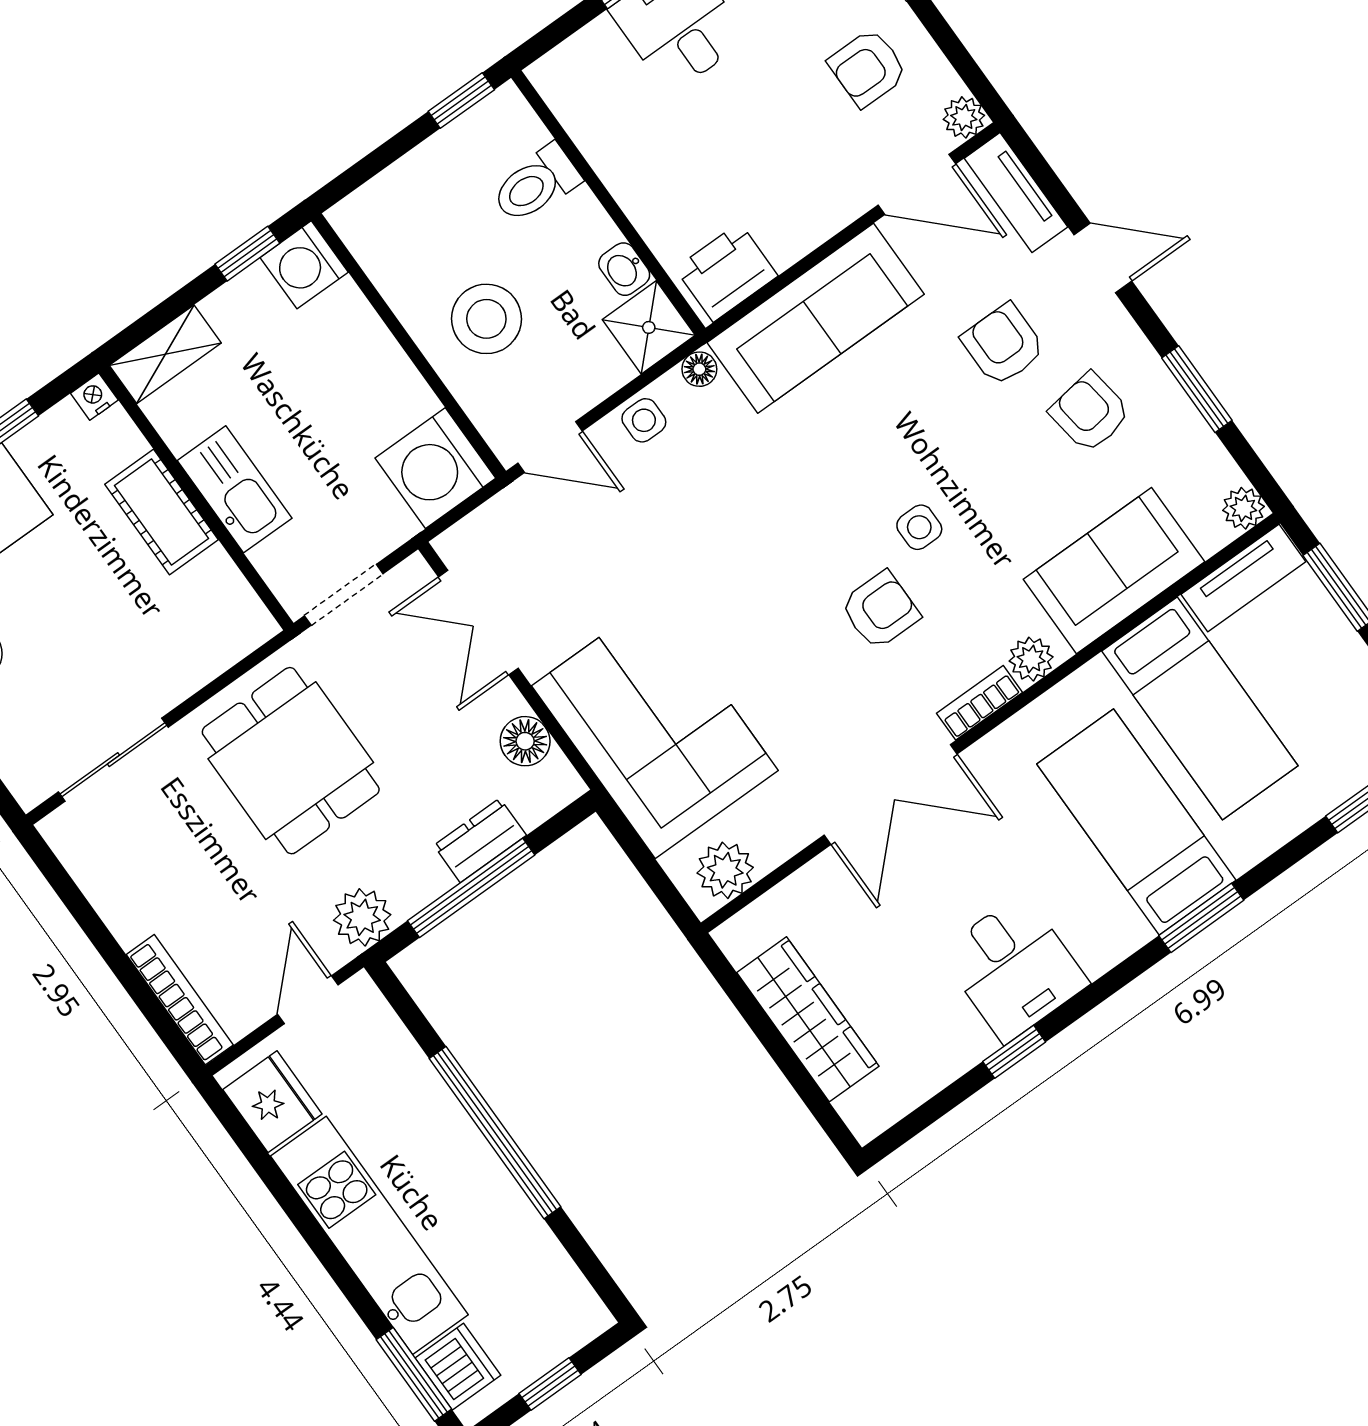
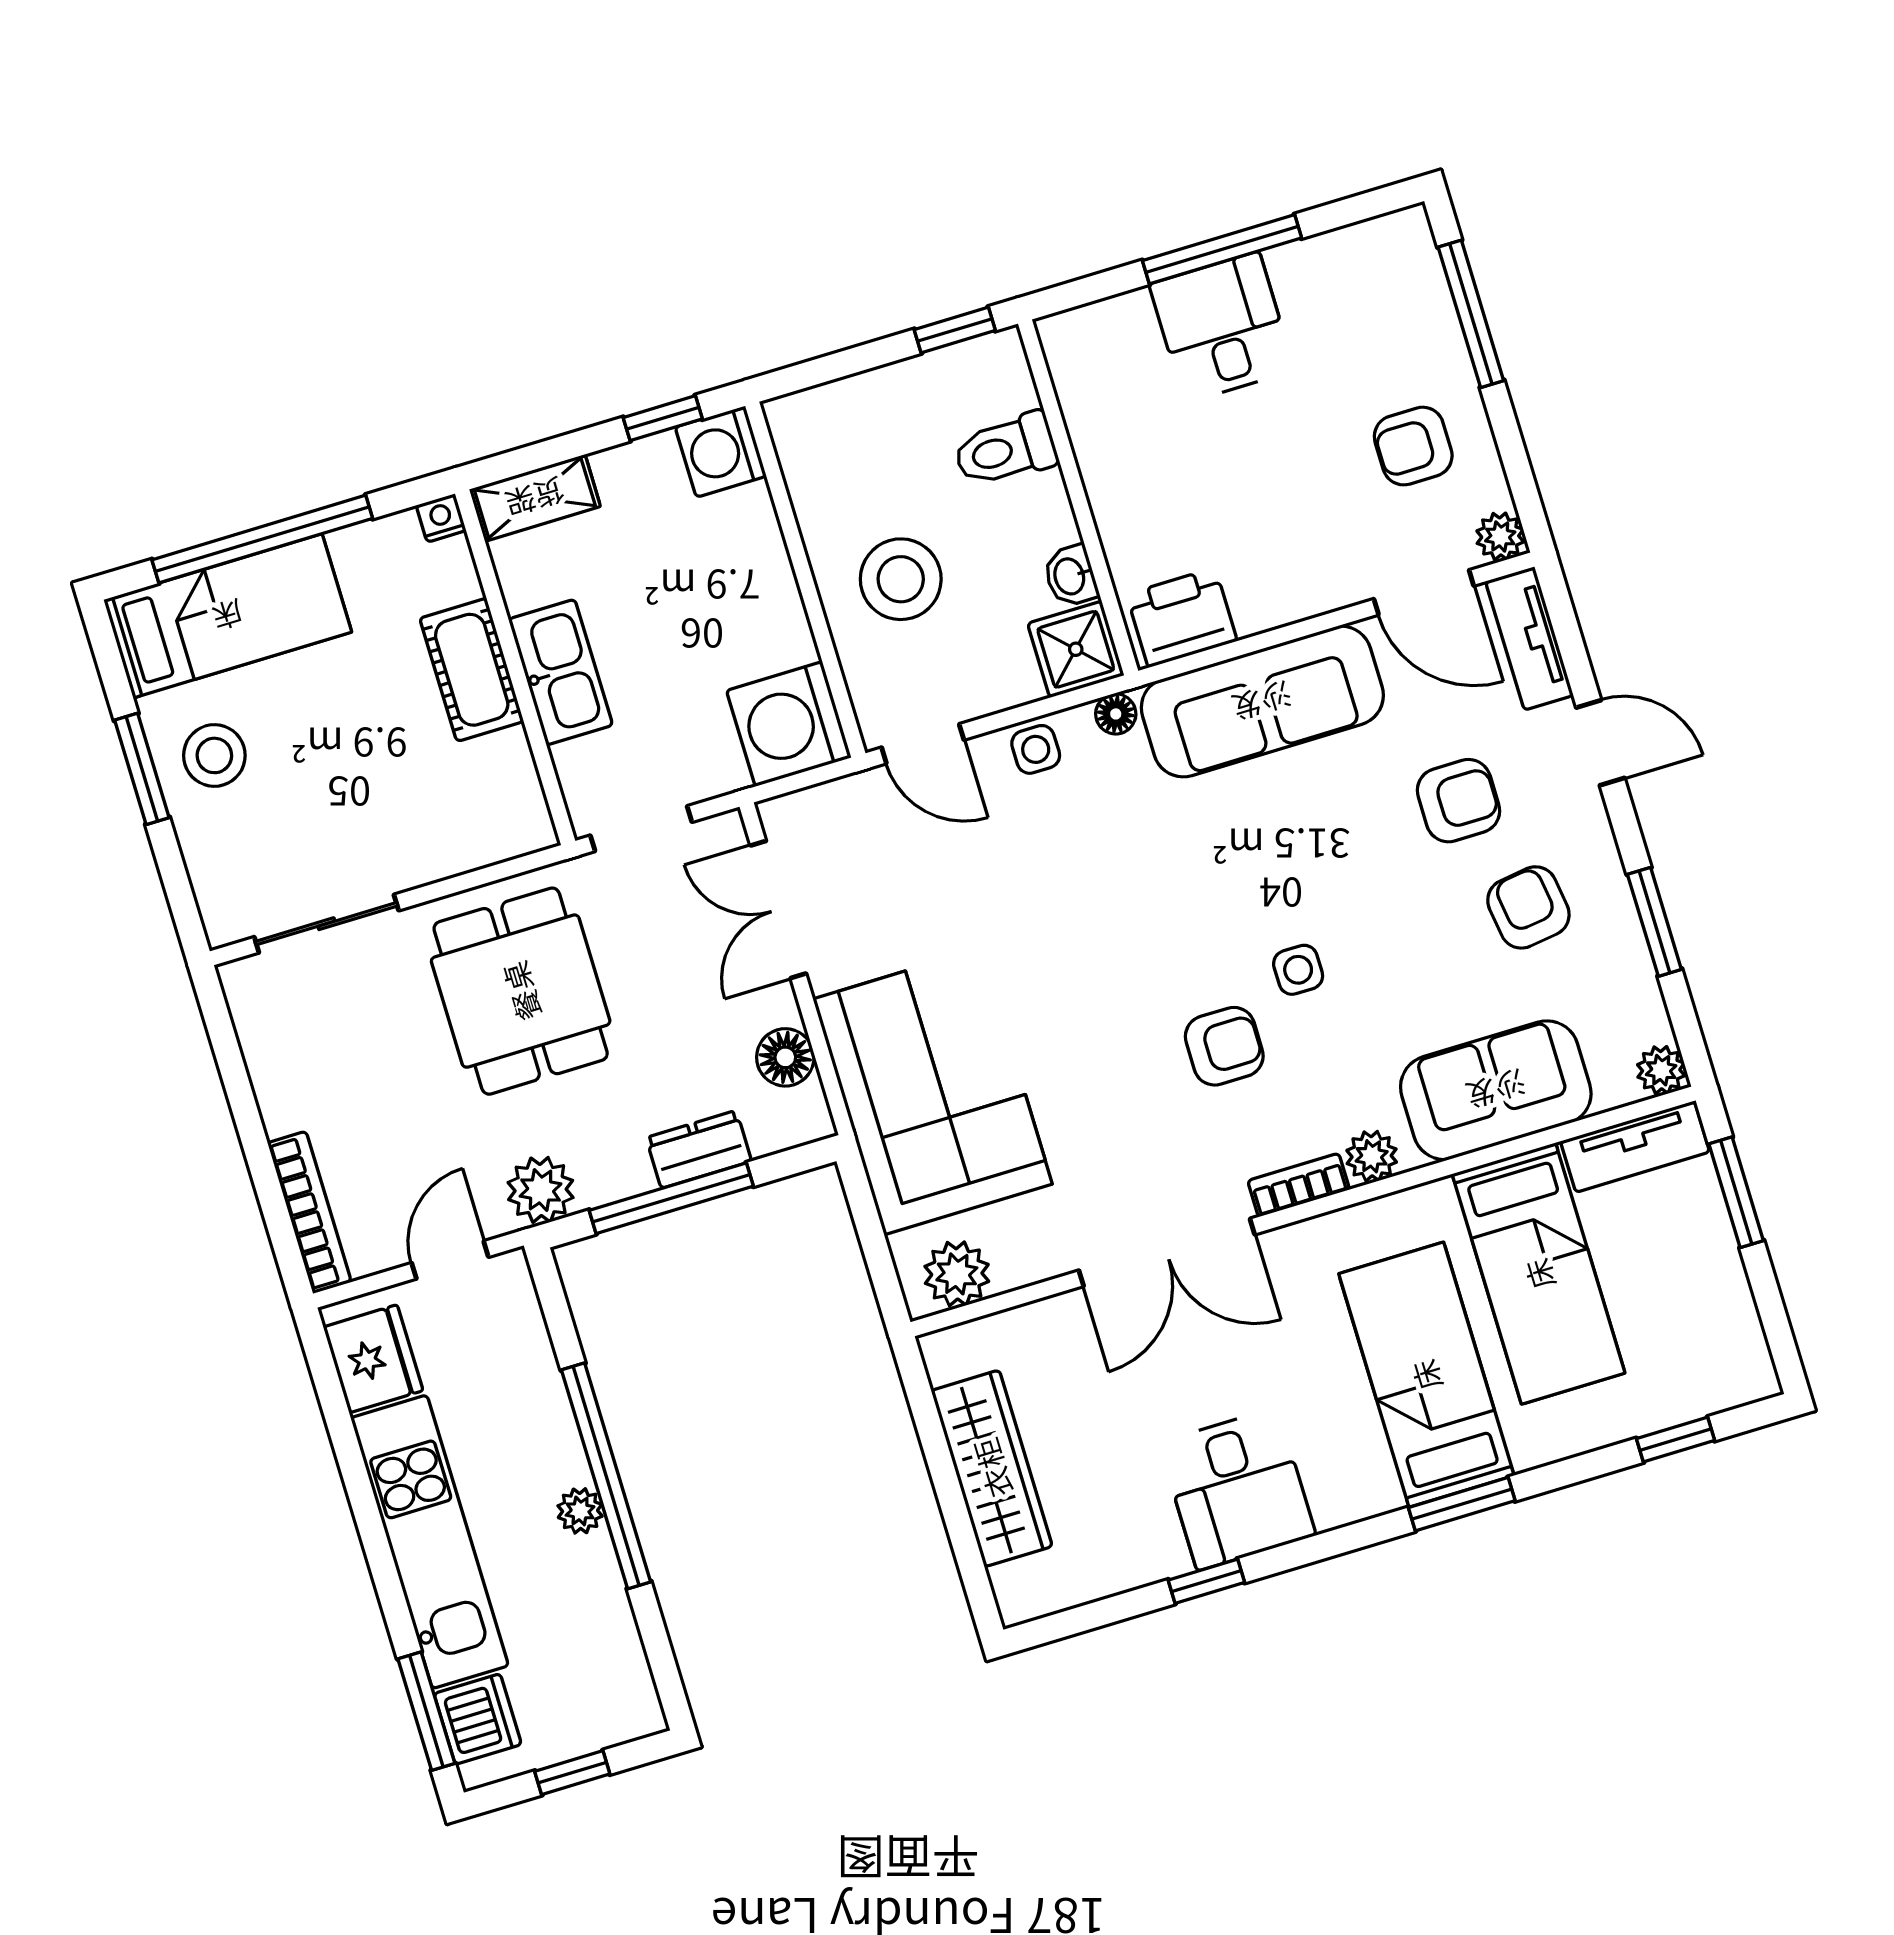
armchair: (1003, 345) -> (1458, 801), turned 90
plant: (484, 1168) -> (580, 1511), added

